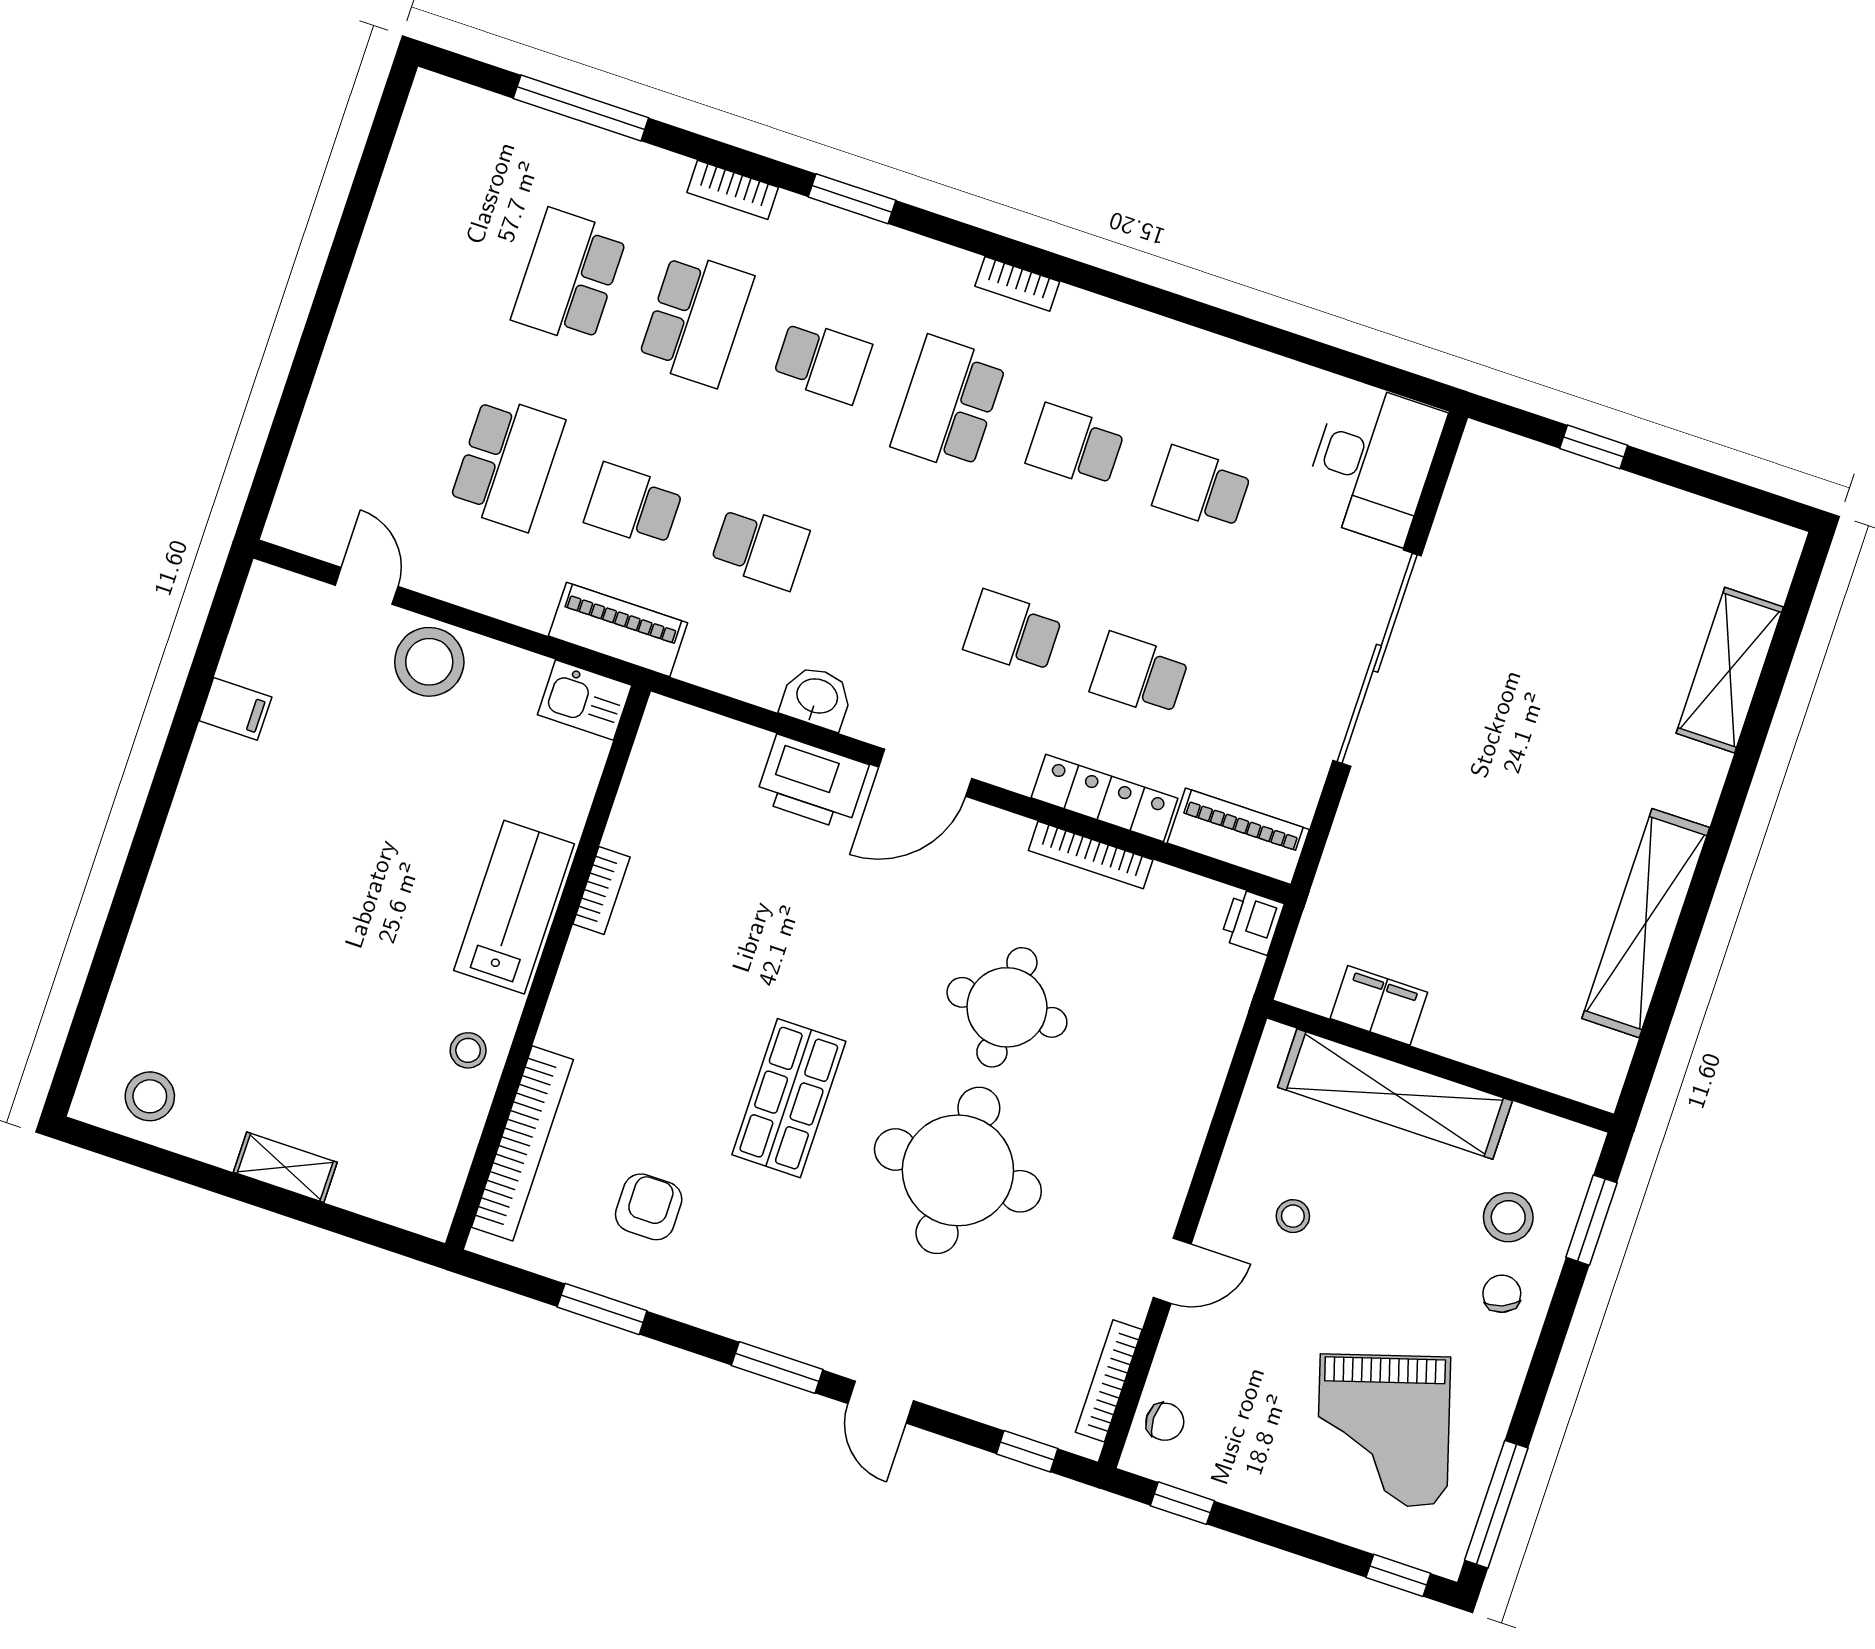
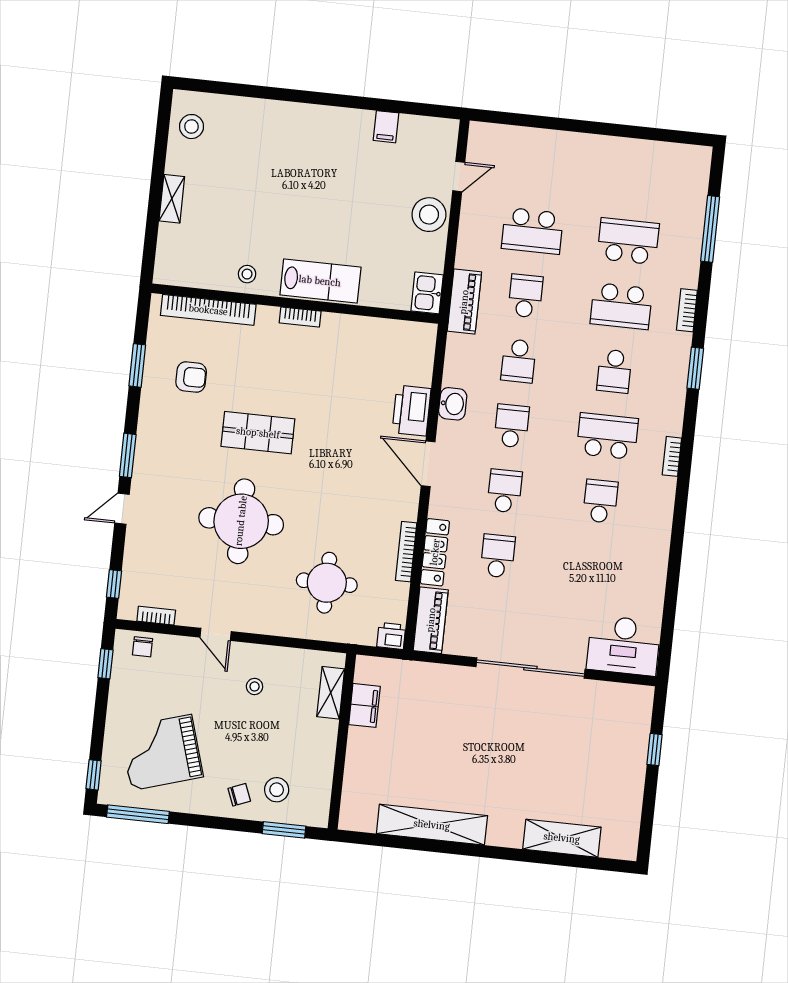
school desk: (1202, 488) -> (512, 426), moved
bookcase: (601, 891) -> (300, 317), moved
round table: (1007, 1007) -> (327, 583), moved
shelving: (1395, 1094) -> (331, 693), width x0.45, depth x0.75
bookcase: (1109, 1381) -> (156, 616), width x0.64

